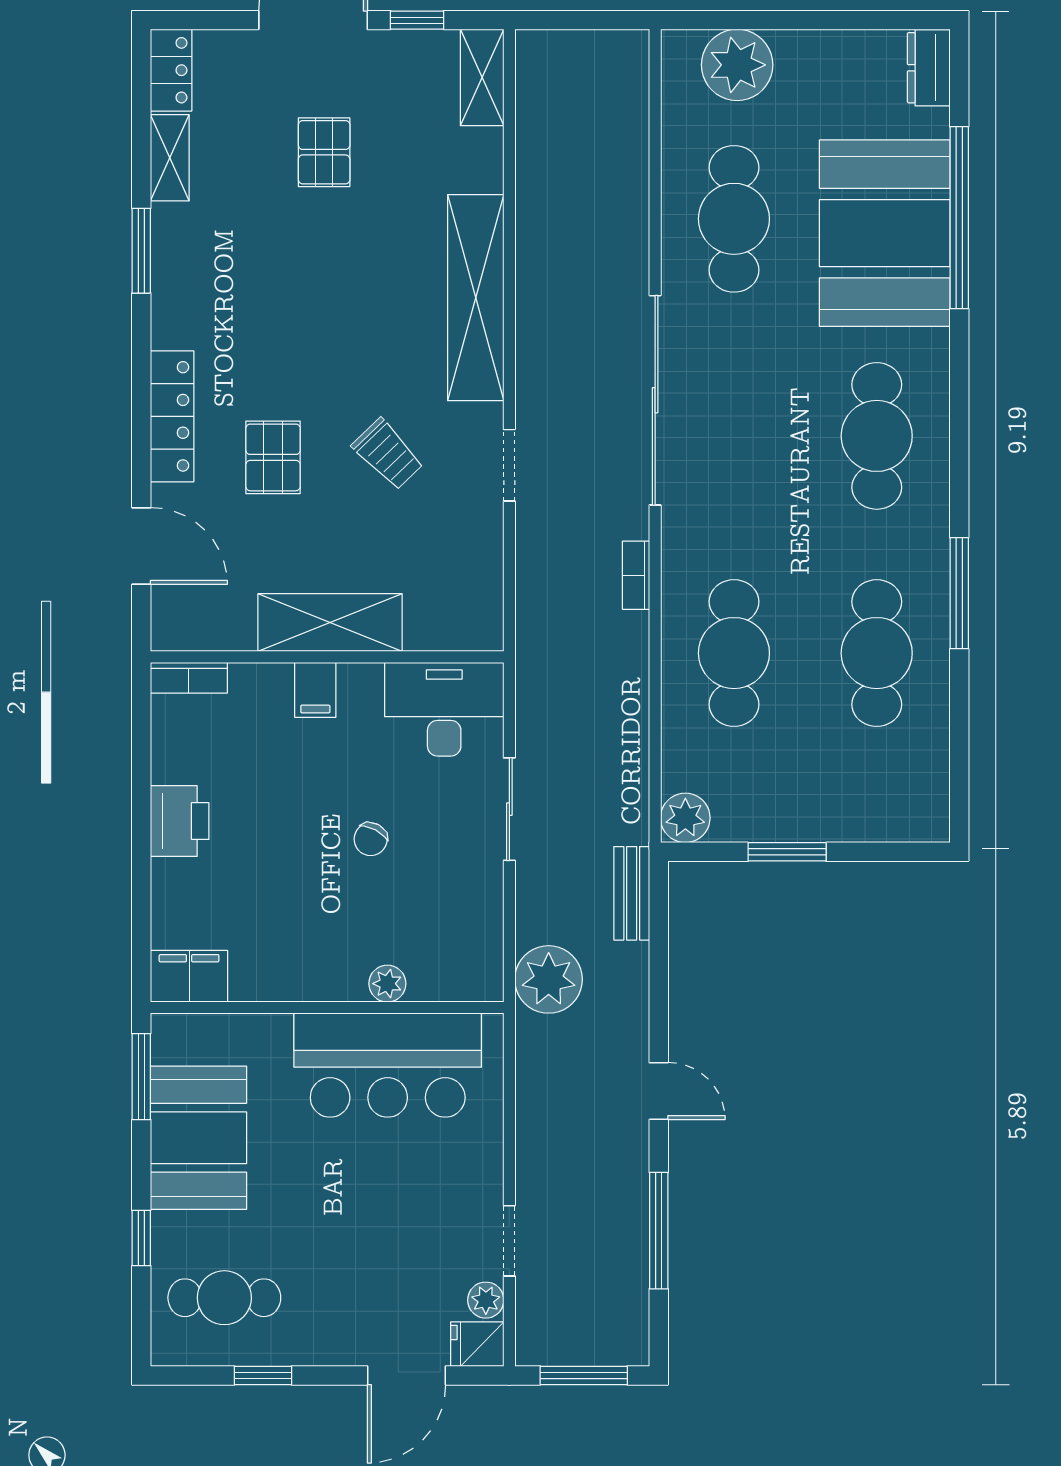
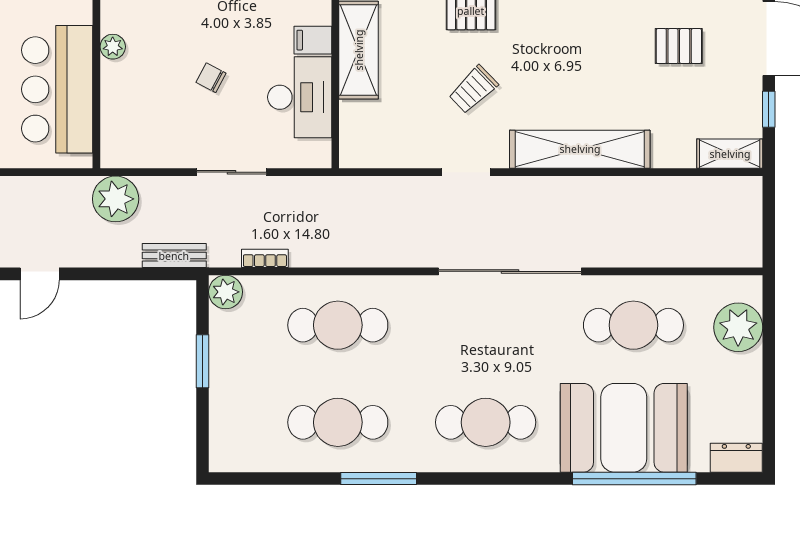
bookcase: (636, 575) -> (265, 258), moved
desk: (444, 709) -> (300, 97), moved
plant: (387, 984) -> (113, 47), moved

